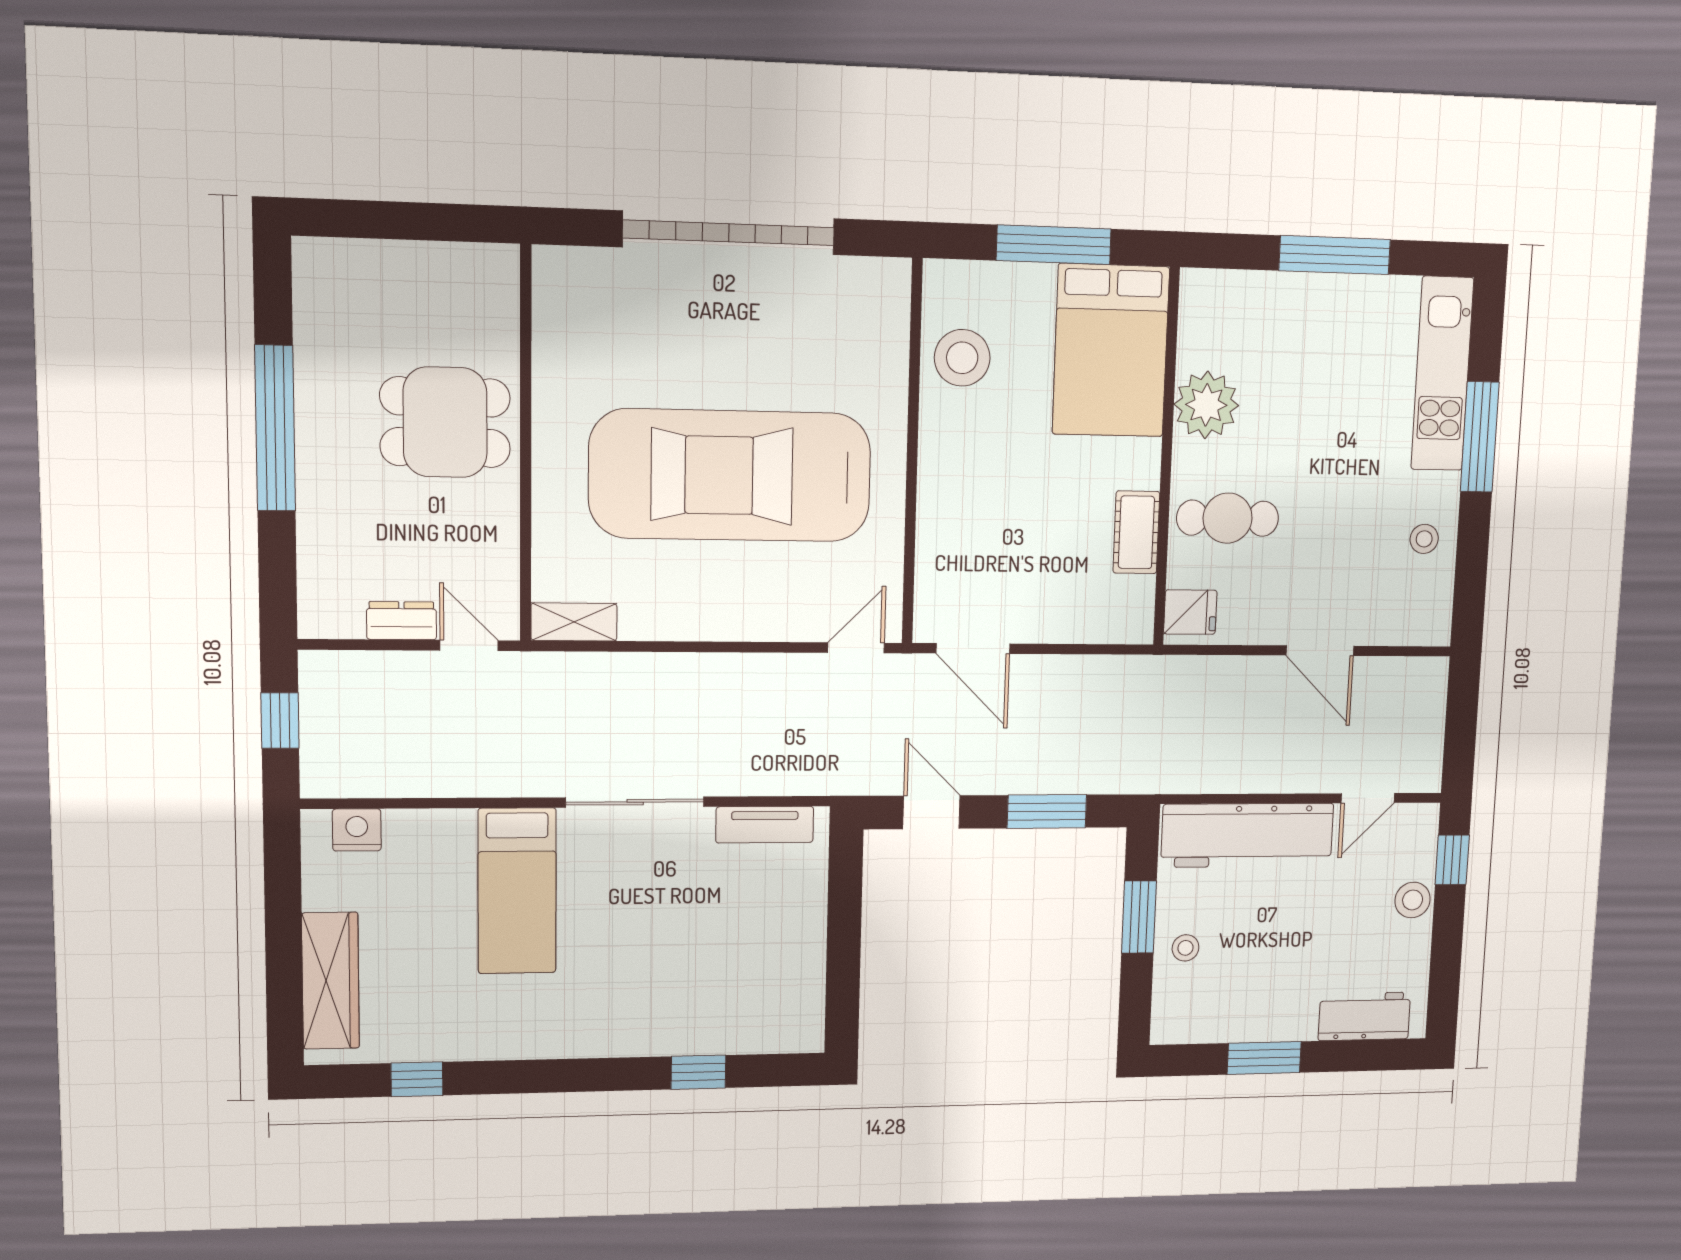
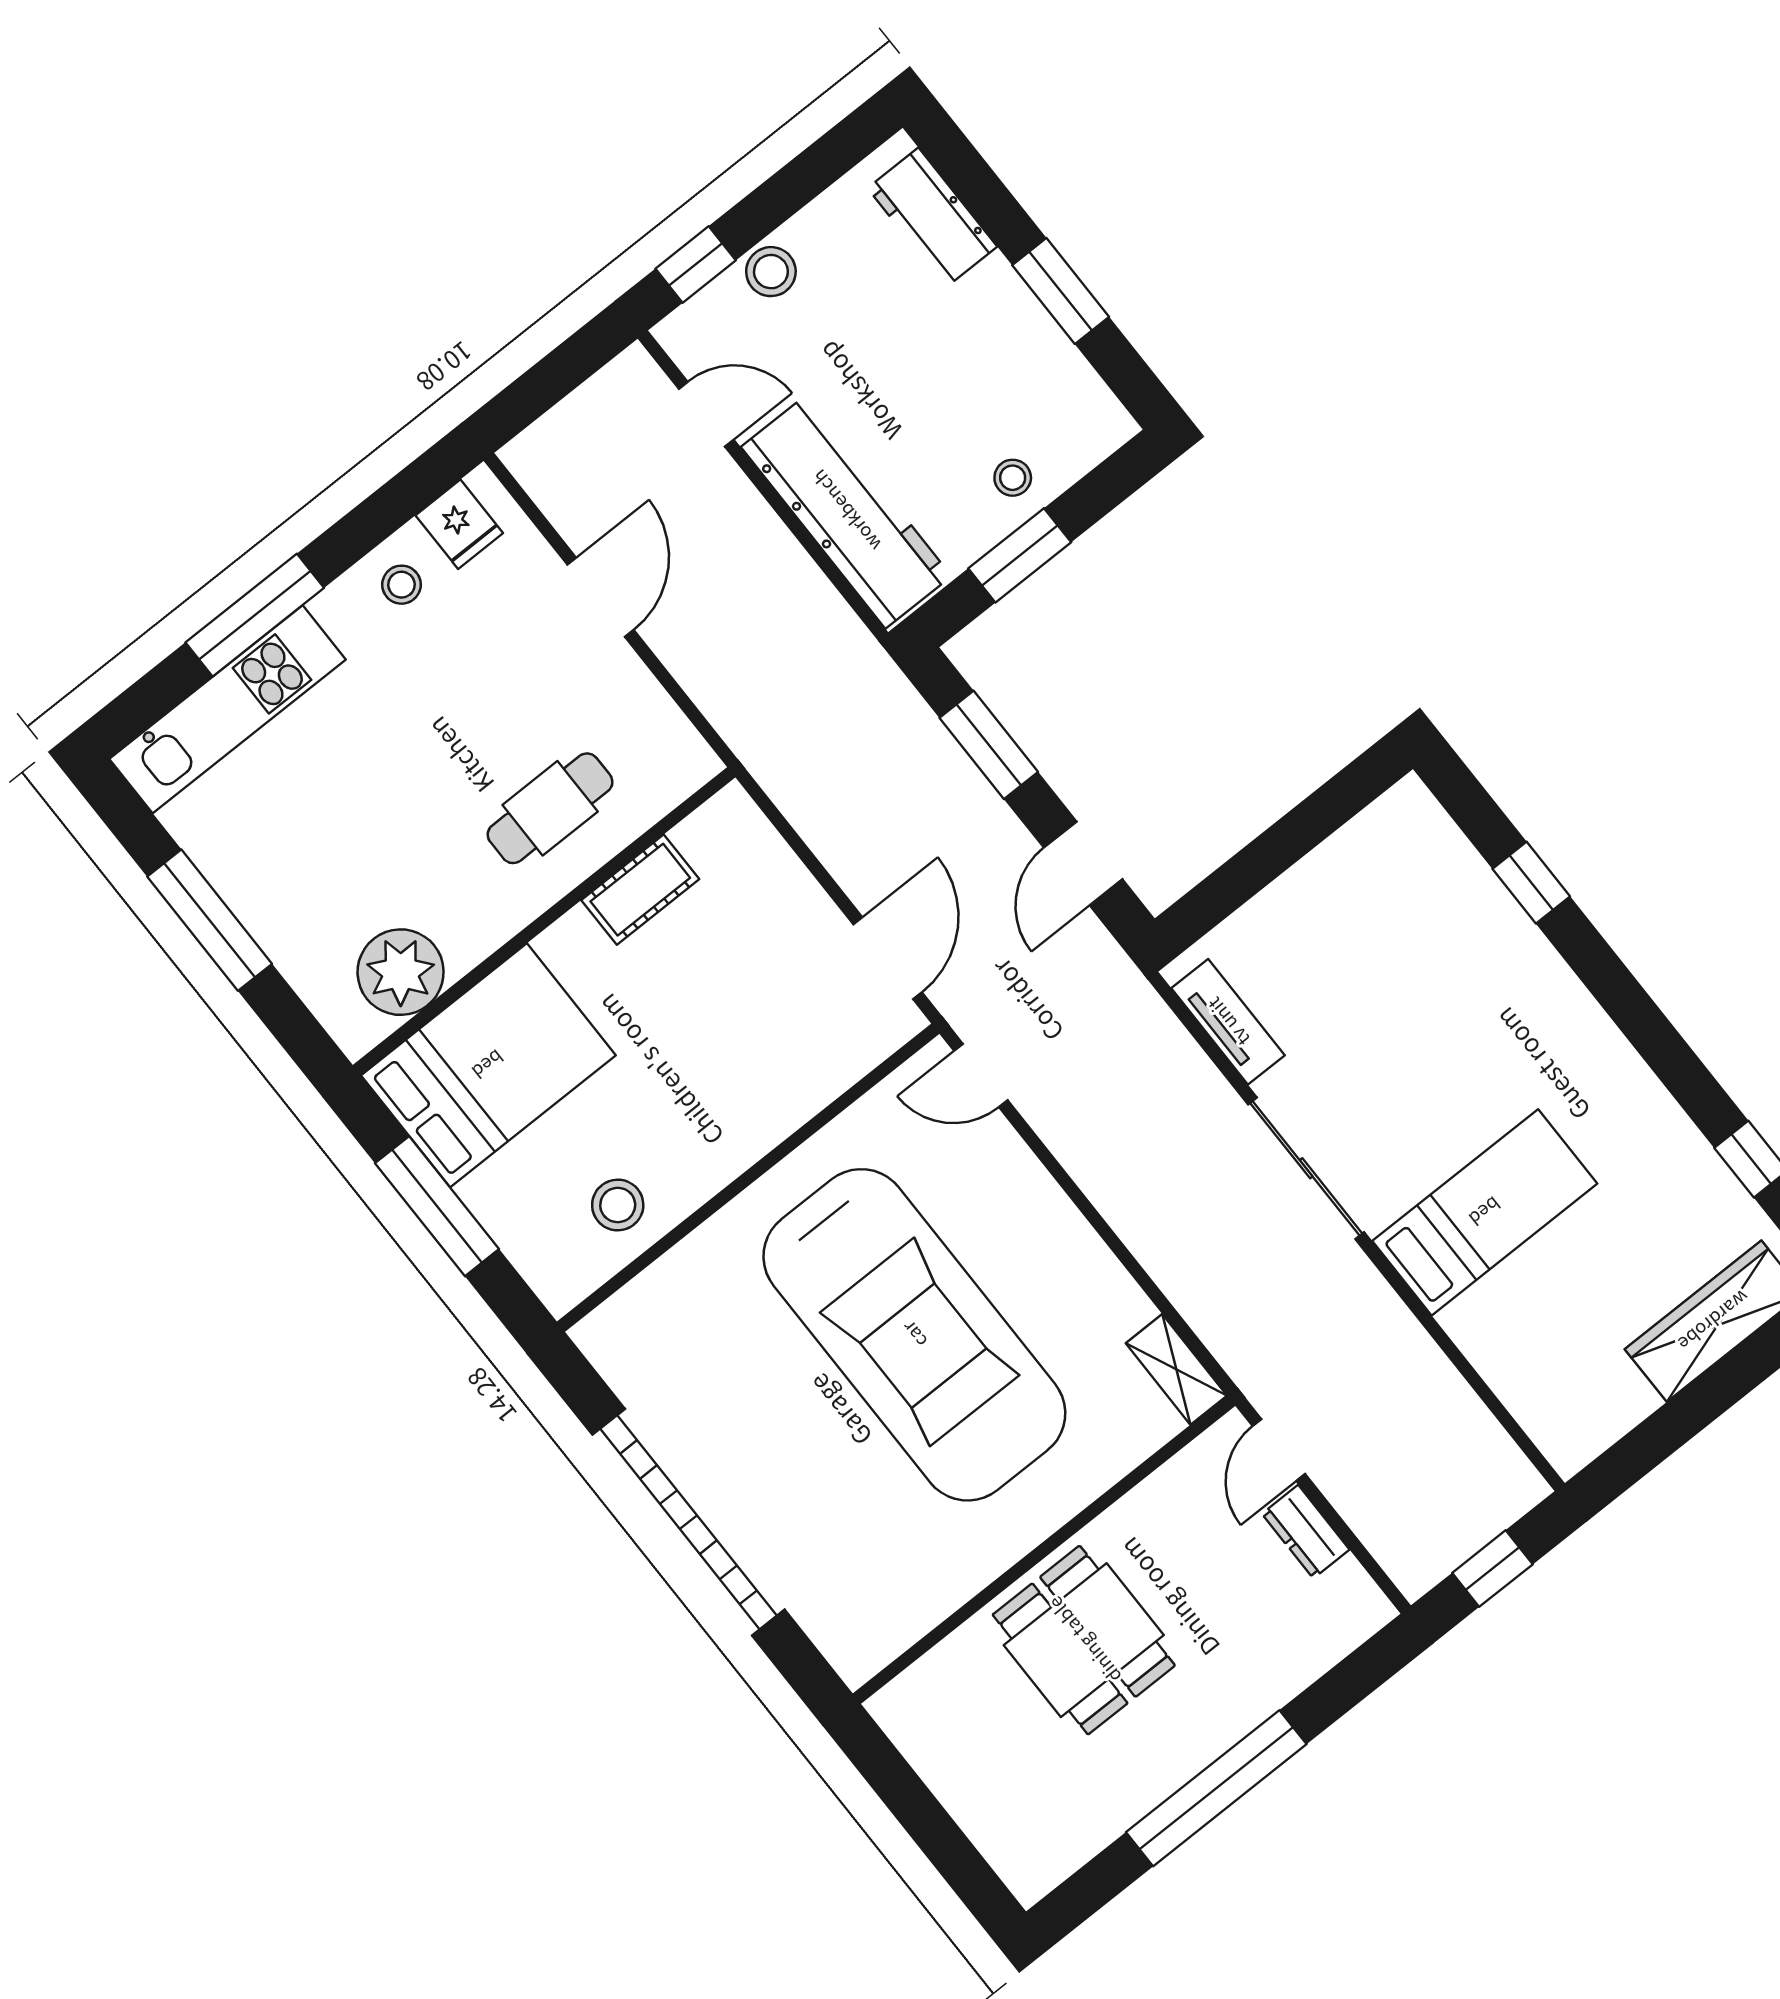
stool: (962, 358) -> (618, 1205), width x0.73, depth x0.73
plant: (1206, 405) -> (401, 972), moved
cafe table: (1228, 518) -> (550, 808), turned 90
fridge: (1190, 612) -> (459, 524), moved, turned 180
nightstand: (357, 830) -> (1544, 1414), removed

